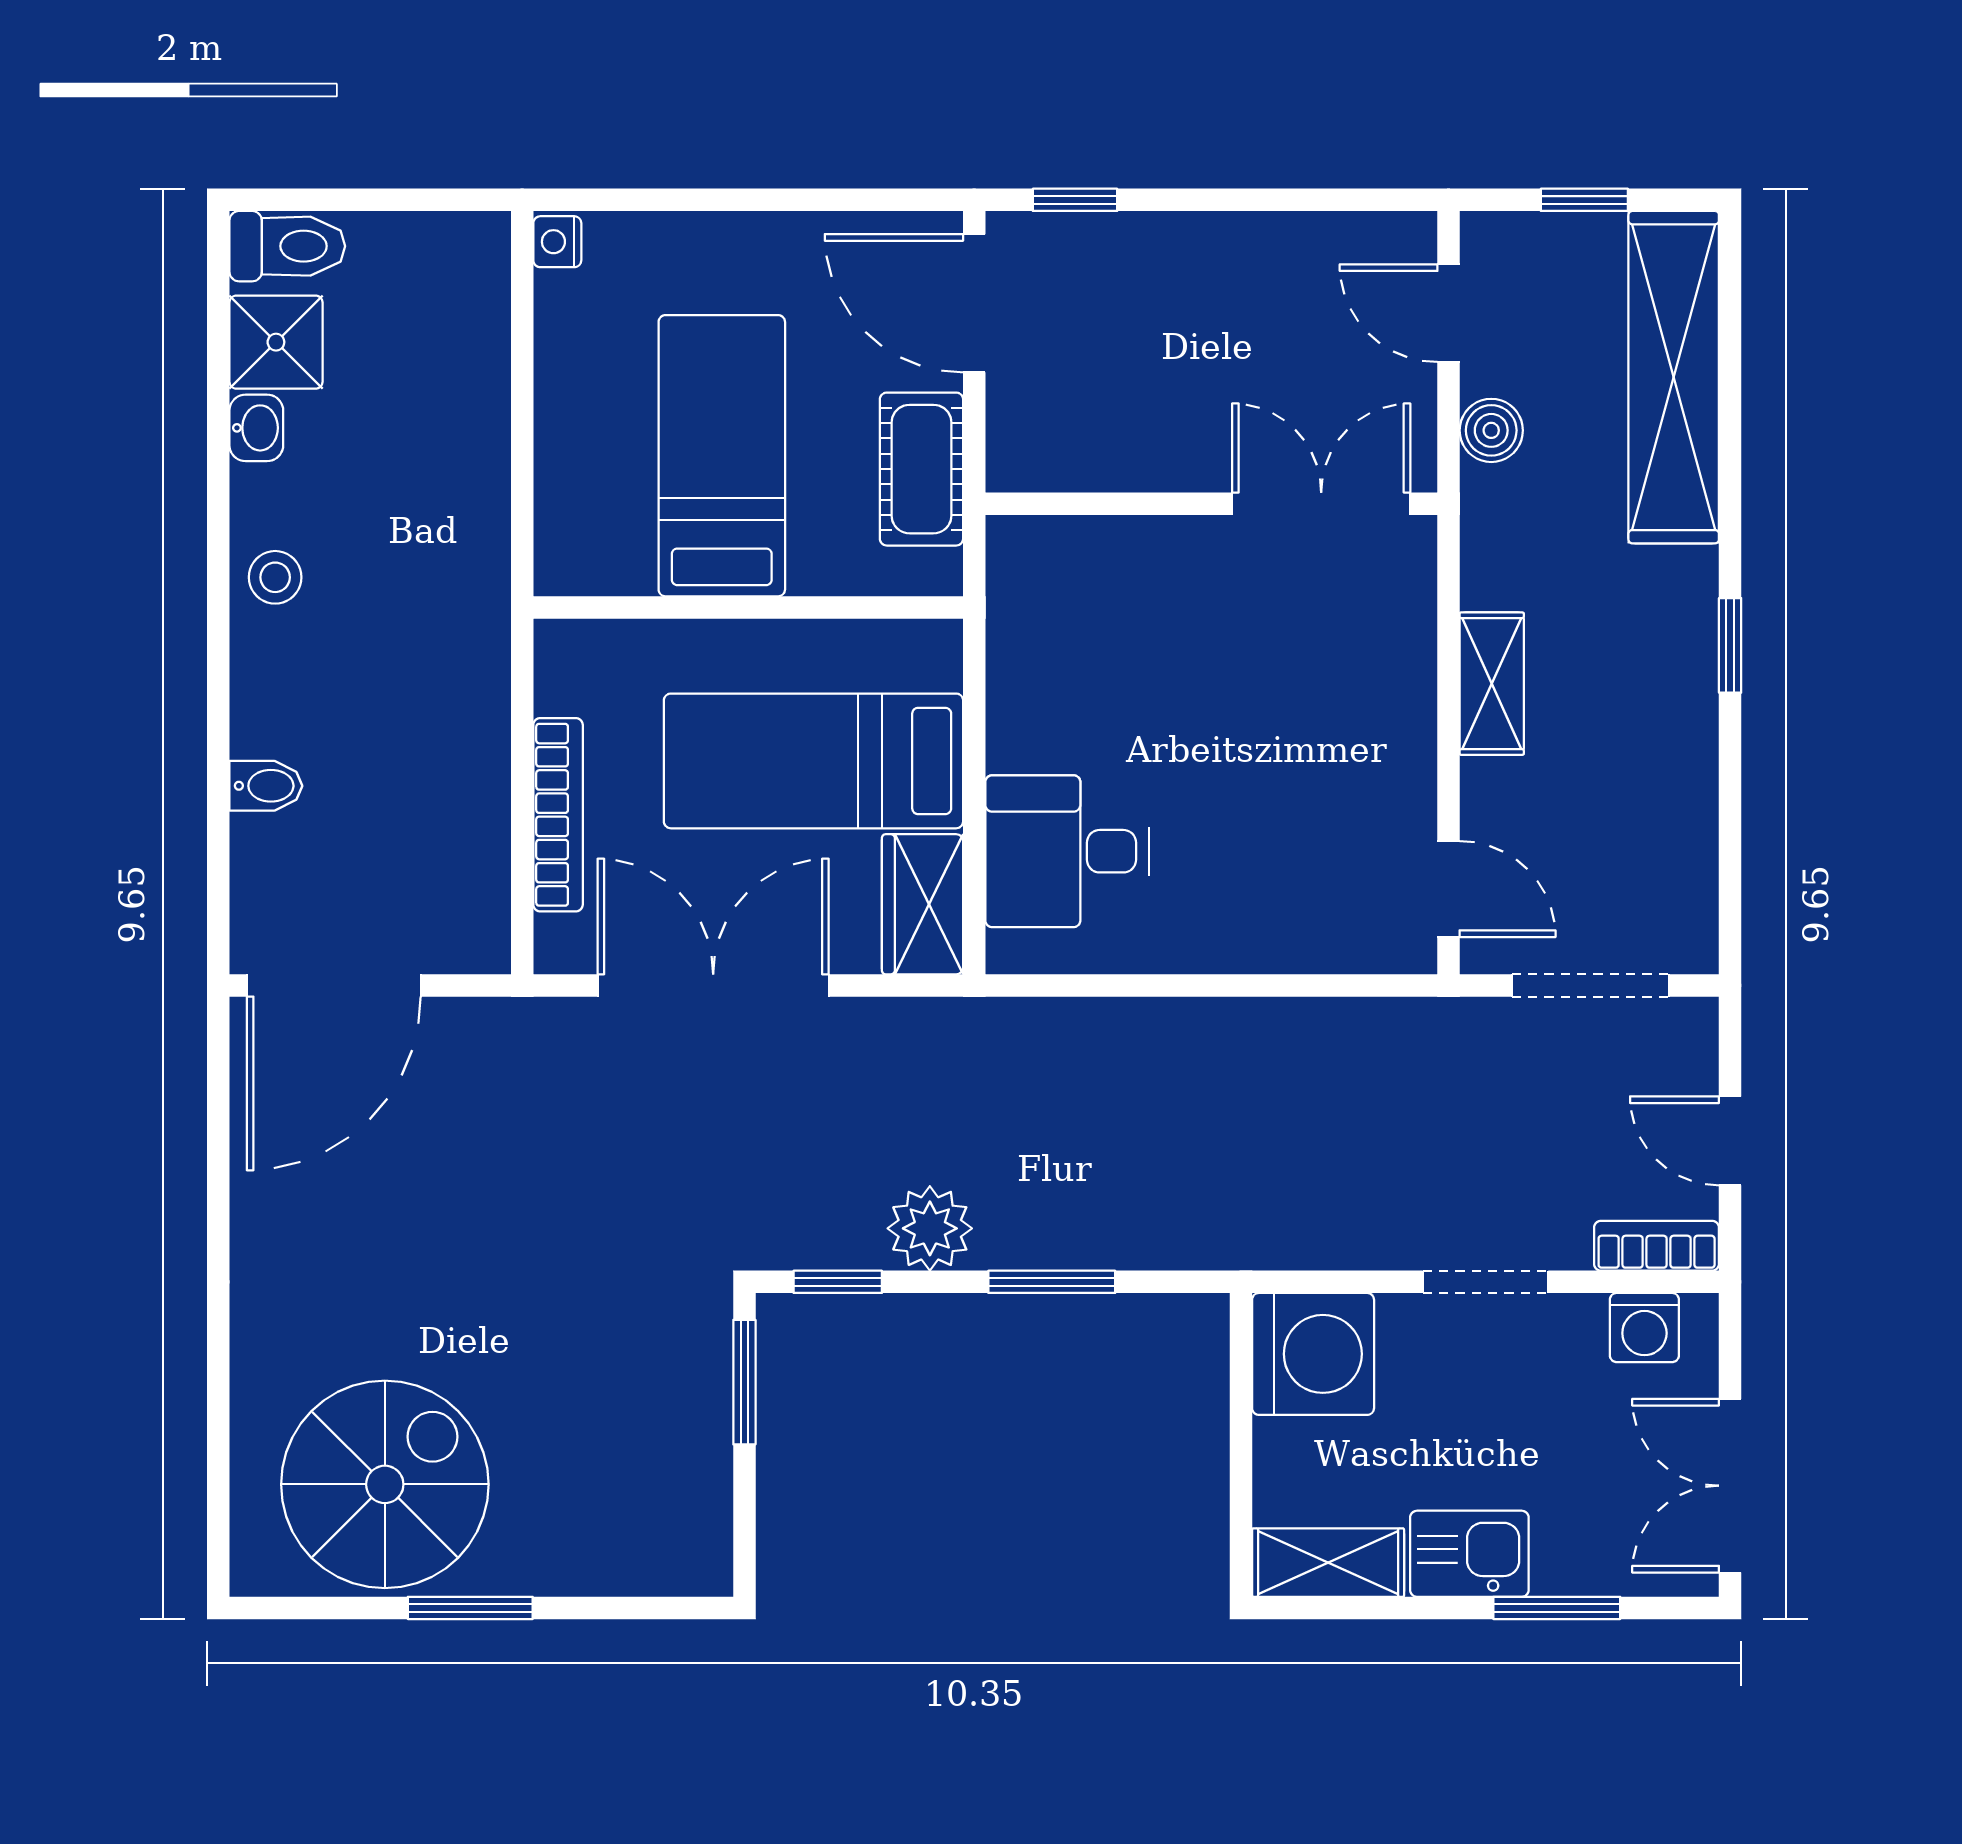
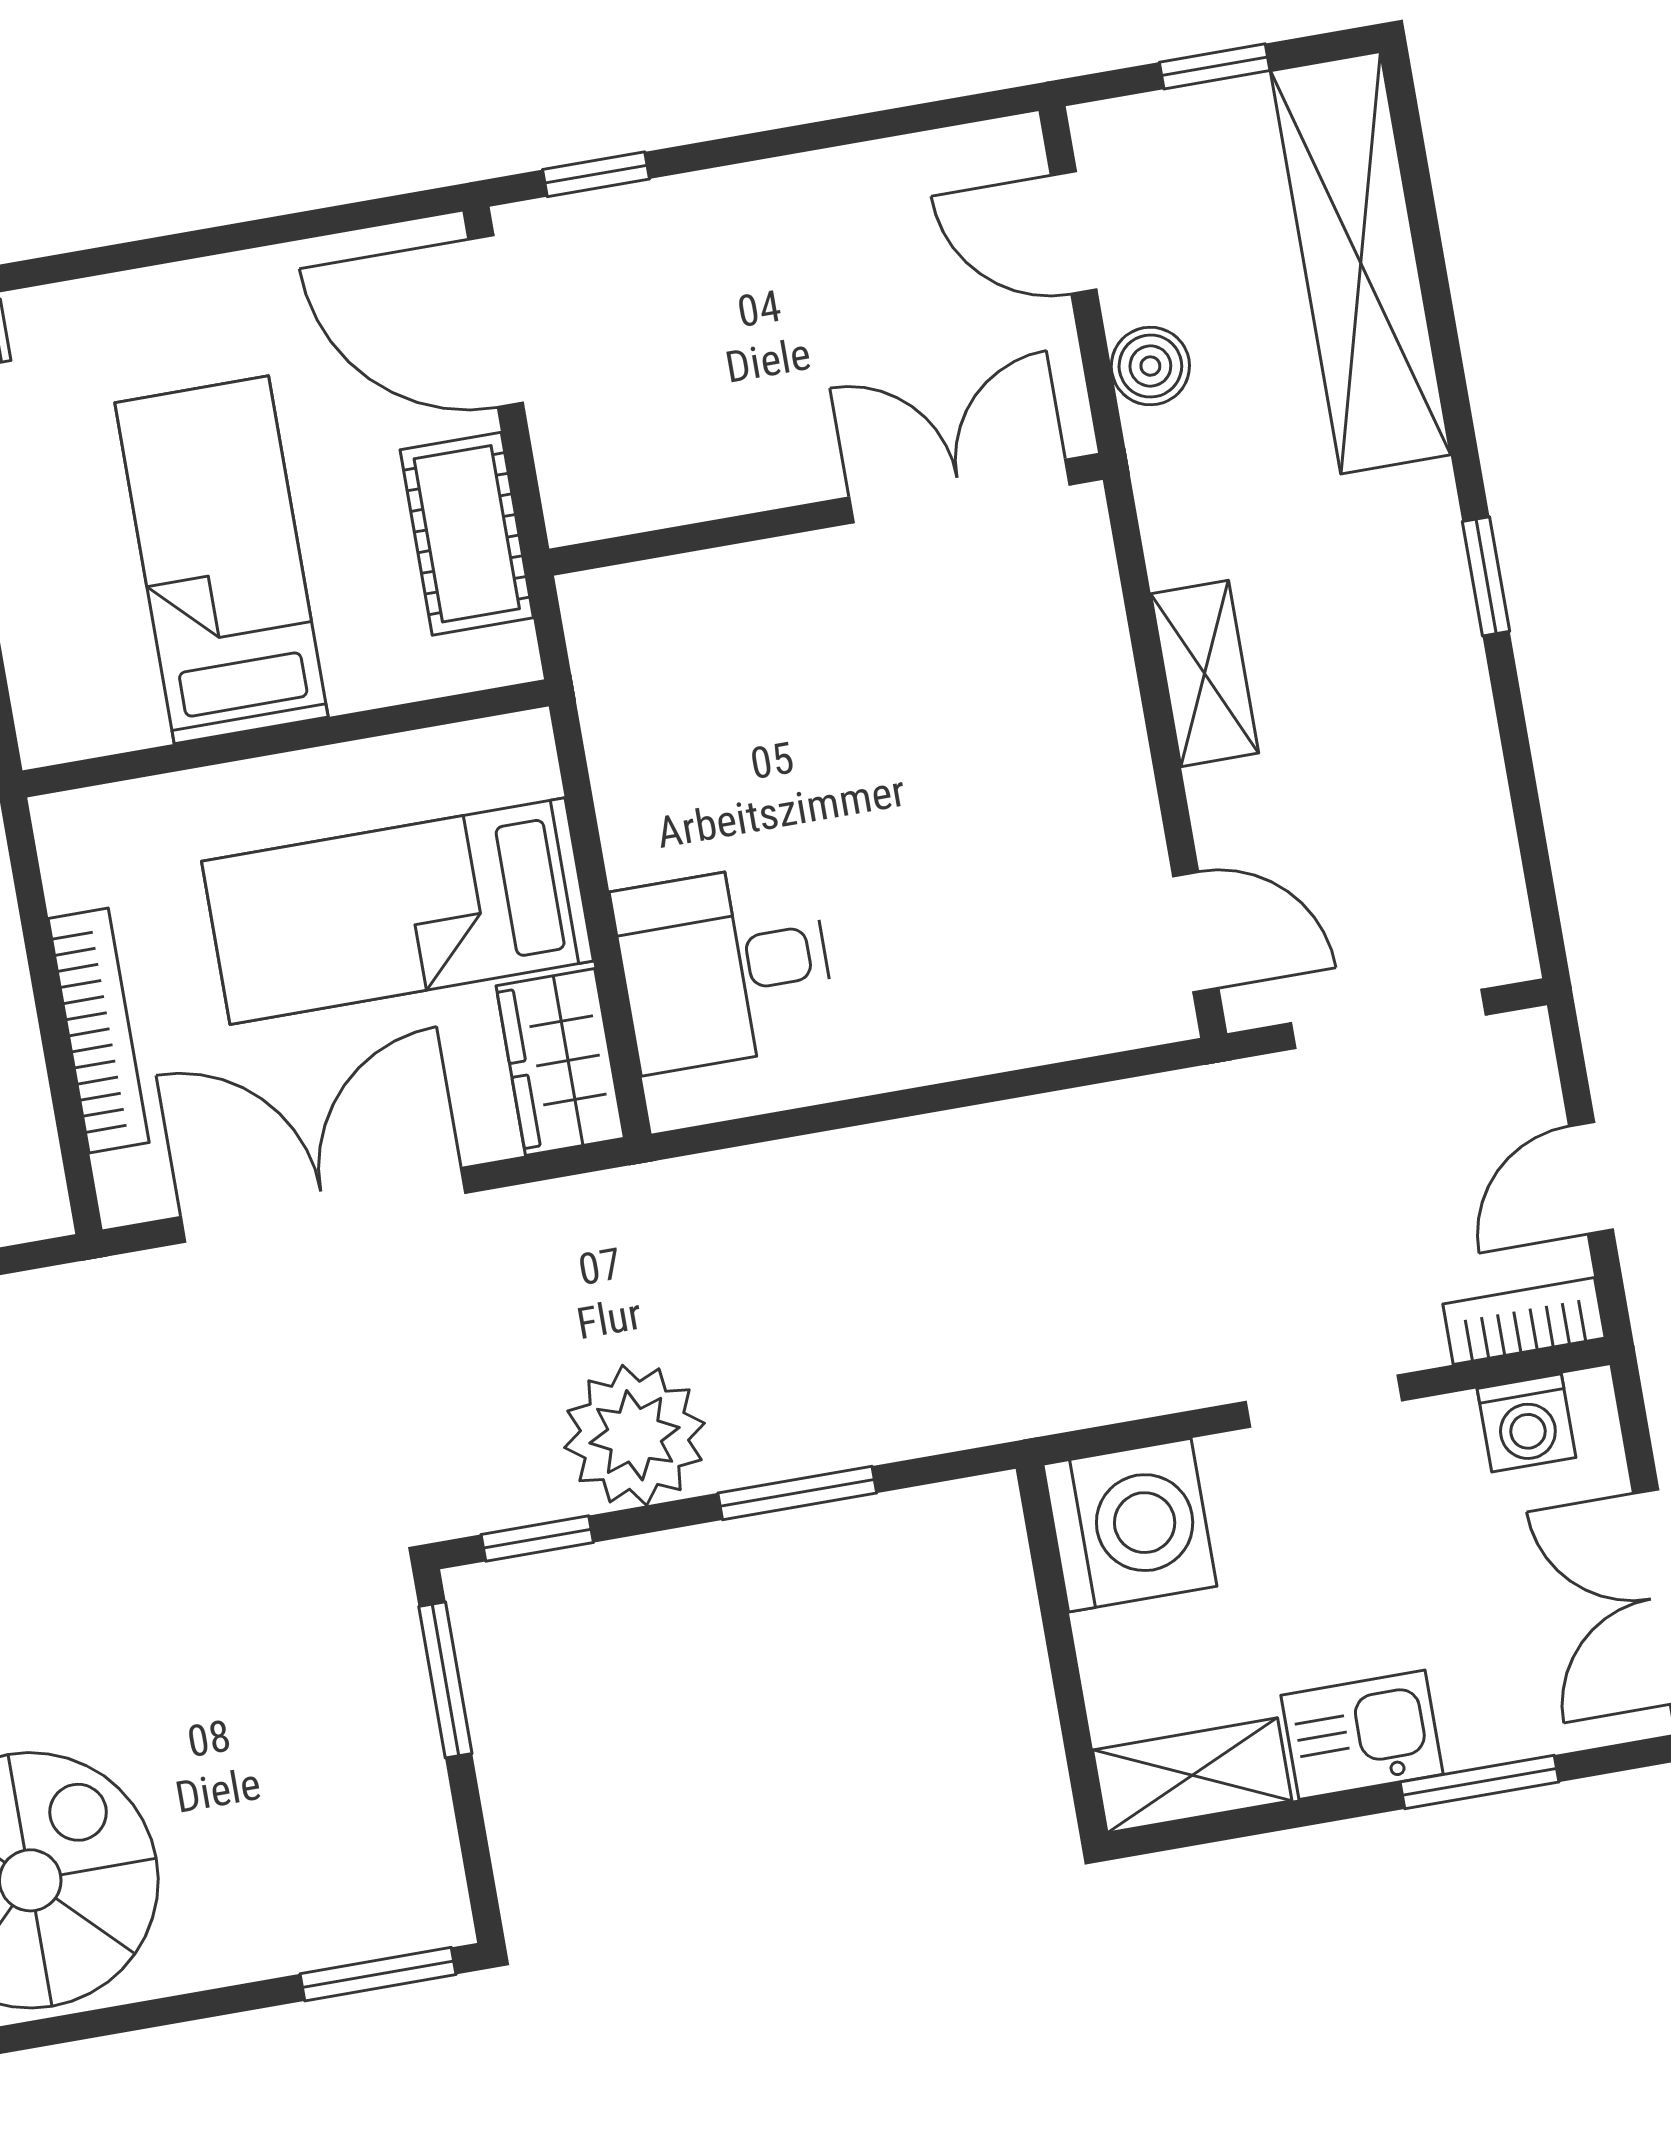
door: (1730, 1141) -> (1591, 1178), hinge flipped
plant: (930, 1228) -> (635, 1435), width x1.36, depth x1.36
window: (470, 1608) -> (378, 1974), moved

